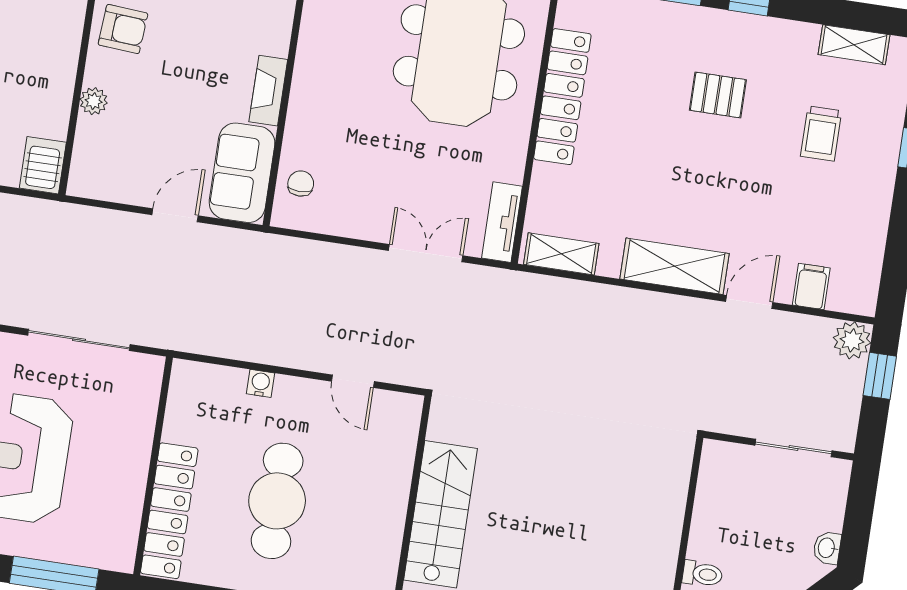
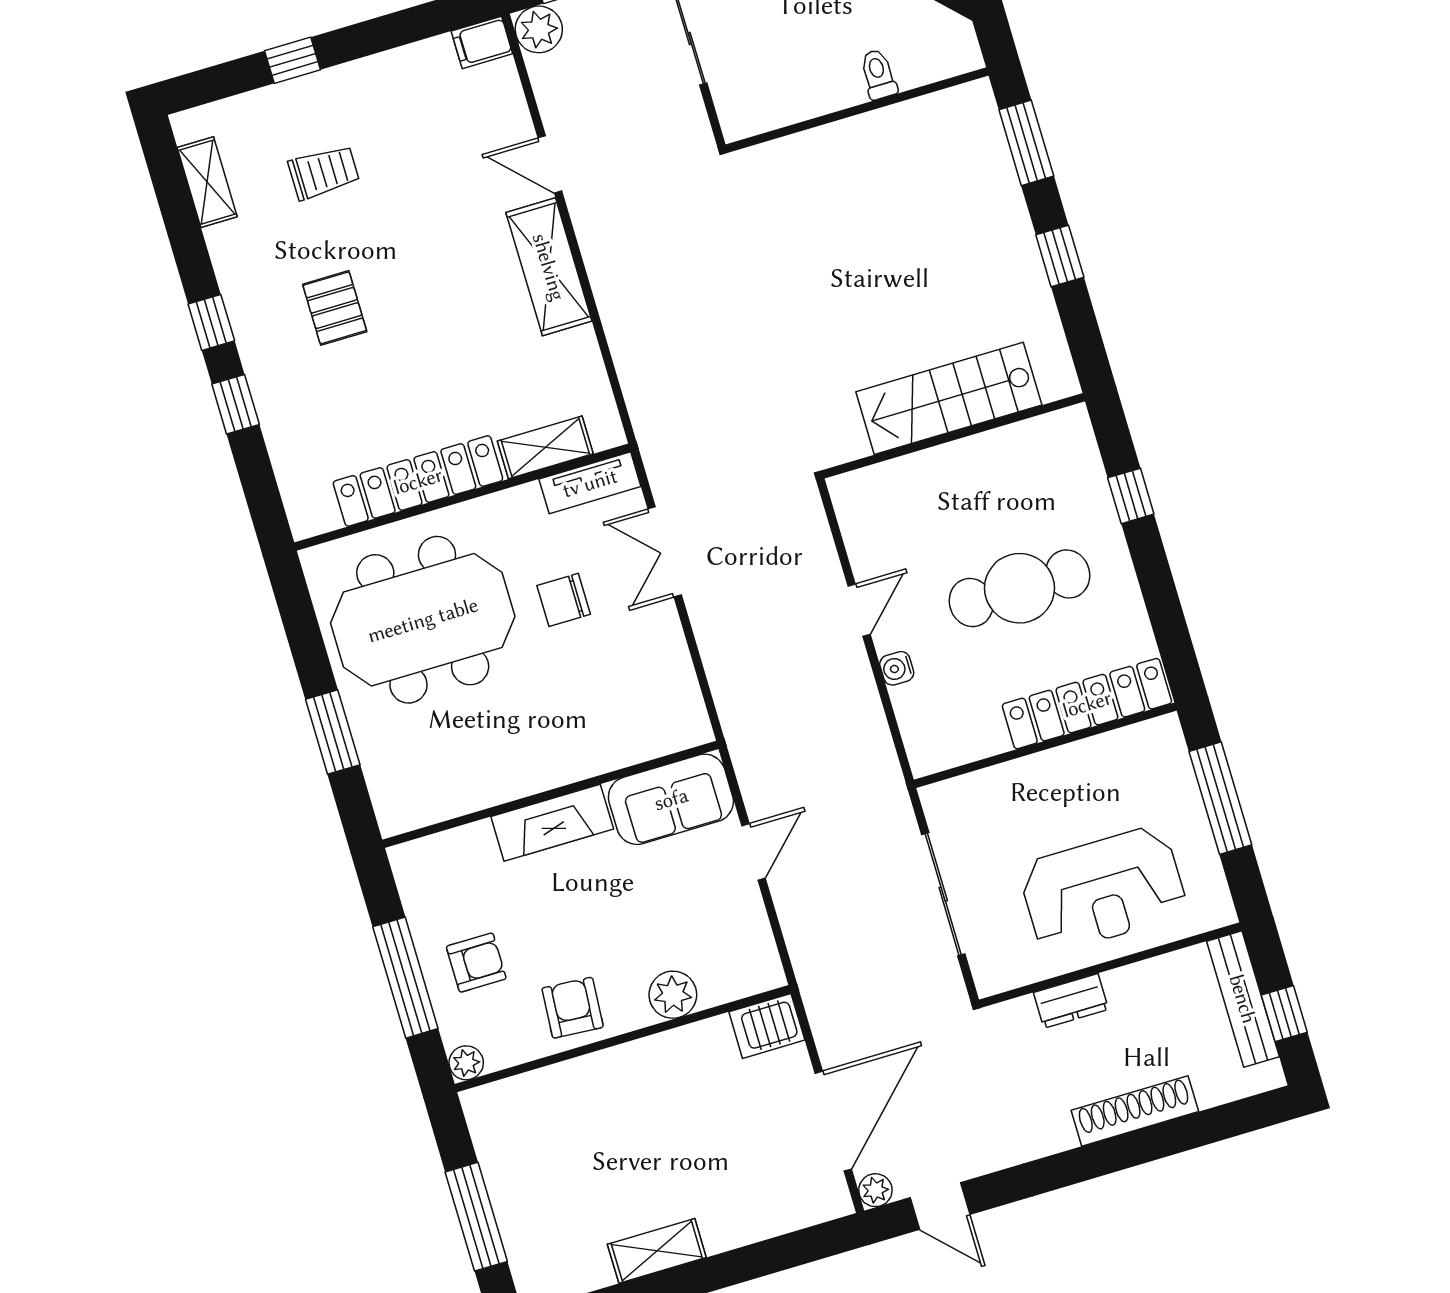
fireplace: (268, 91) -> (552, 823), width x1.37, depth x1.32
plant: (94, 101) -> (673, 995), width x1.38, depth x1.38
chair: (301, 184) -> (564, 600), moved, width x1.37, depth x1.37
door: (175, 215) -> (754, 852), swing flipped
shelving: (561, 254) -> (545, 447), moved, turned 90
filing cabinet: (811, 286) -> (482, 42), moved
door: (353, 381) -> (859, 610), moved

